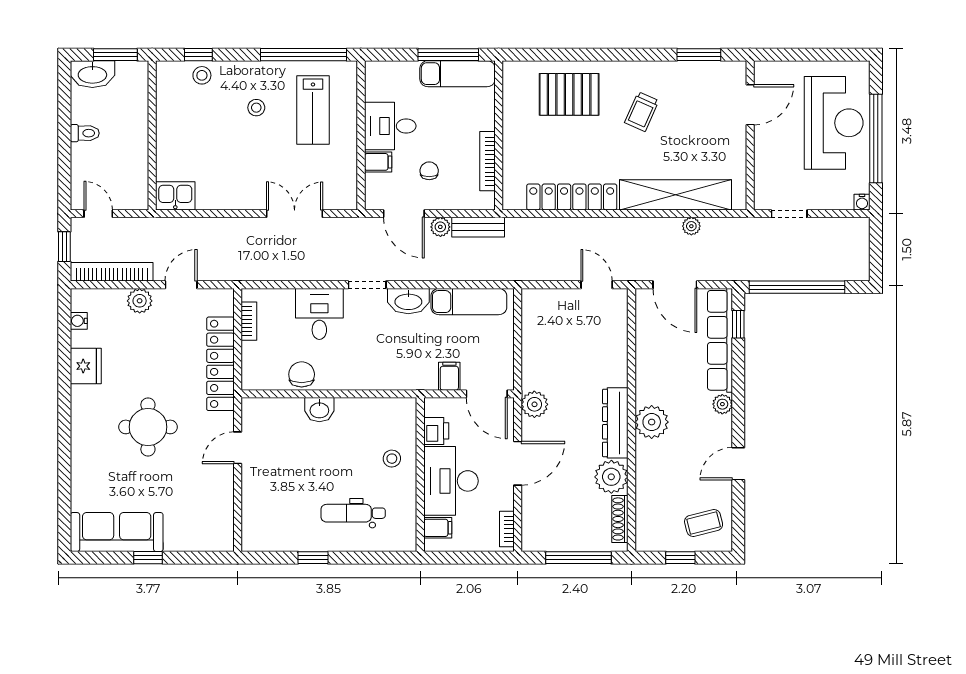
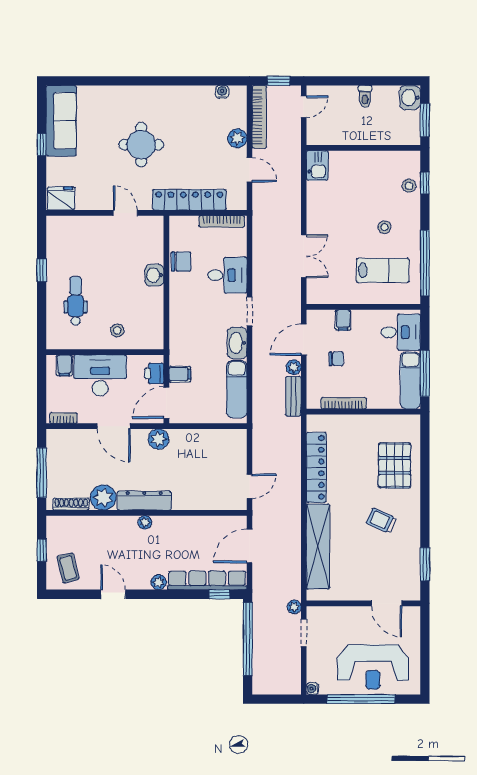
washbasin: (92, 74) -> (410, 98), width x0.72
lab bench: (313, 110) -> (383, 270), turned 180
desk: (390, 126) -> (401, 332), moved, turned 90
plant: (691, 226) -> (294, 607), moved
bookcase: (249, 321) -> (222, 221), width x1.56
fridge: (86, 366) -> (61, 198), moved, turned 180
plant: (652, 422) -> (145, 522), width x0.53, depth x0.53
printer: (436, 431) -> (154, 374), moved, turned 90

